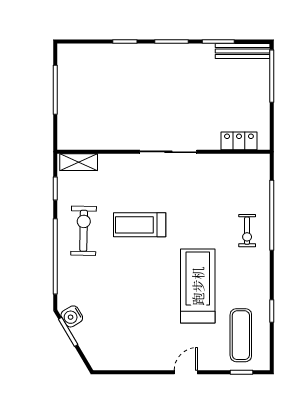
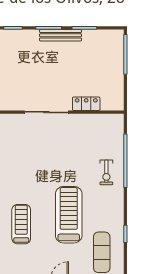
bench: (243, 51) -> (60, 35), moved
locker: (239, 141) -> (86, 104), moved
treadmill: (140, 225) -> (21, 224), moved, turned 90

